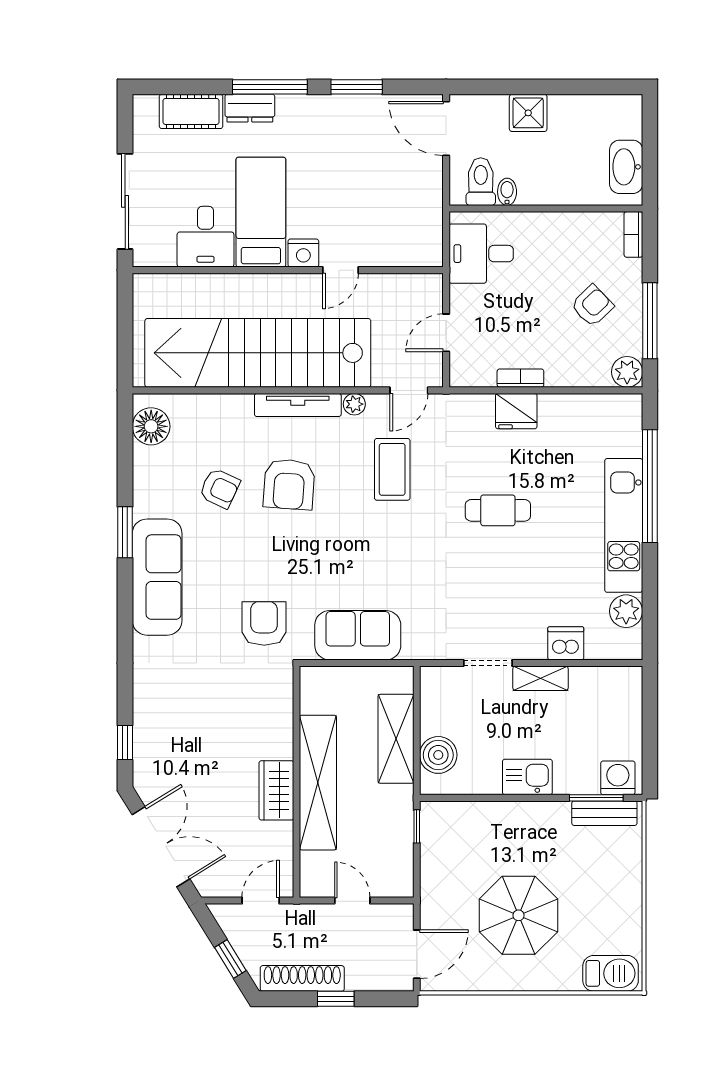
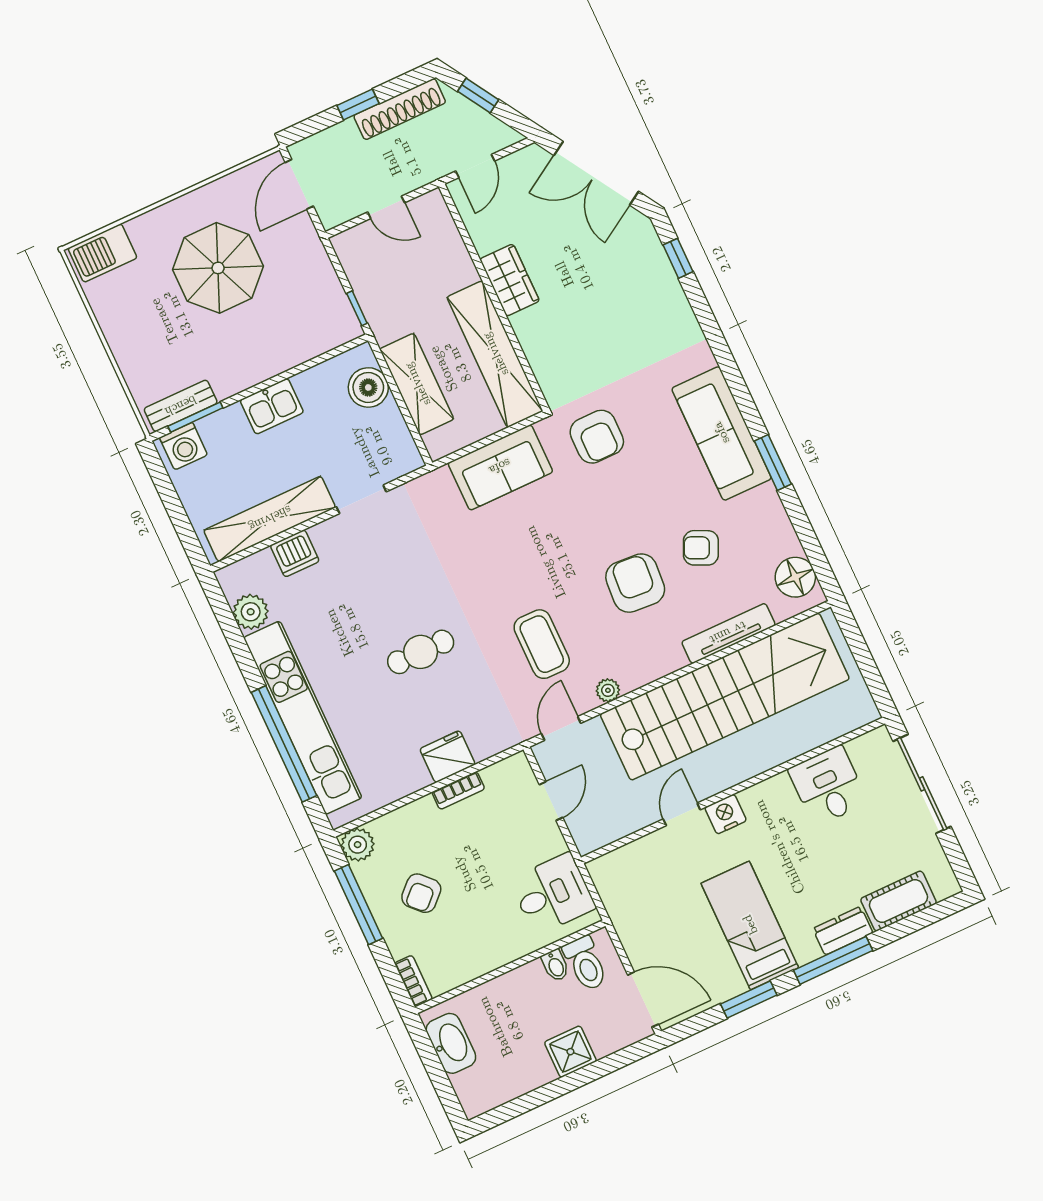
bed: (261, 212) -> (750, 925), moved, turned 180
tv unit: (298, 405) -> (728, 633), moved
kitchen unit: (624, 525) -> (303, 718), width x1.36
shelving: (540, 678) -> (270, 519), width x2.20, depth x1.33
shelving: (318, 783) -> (495, 354), moved

